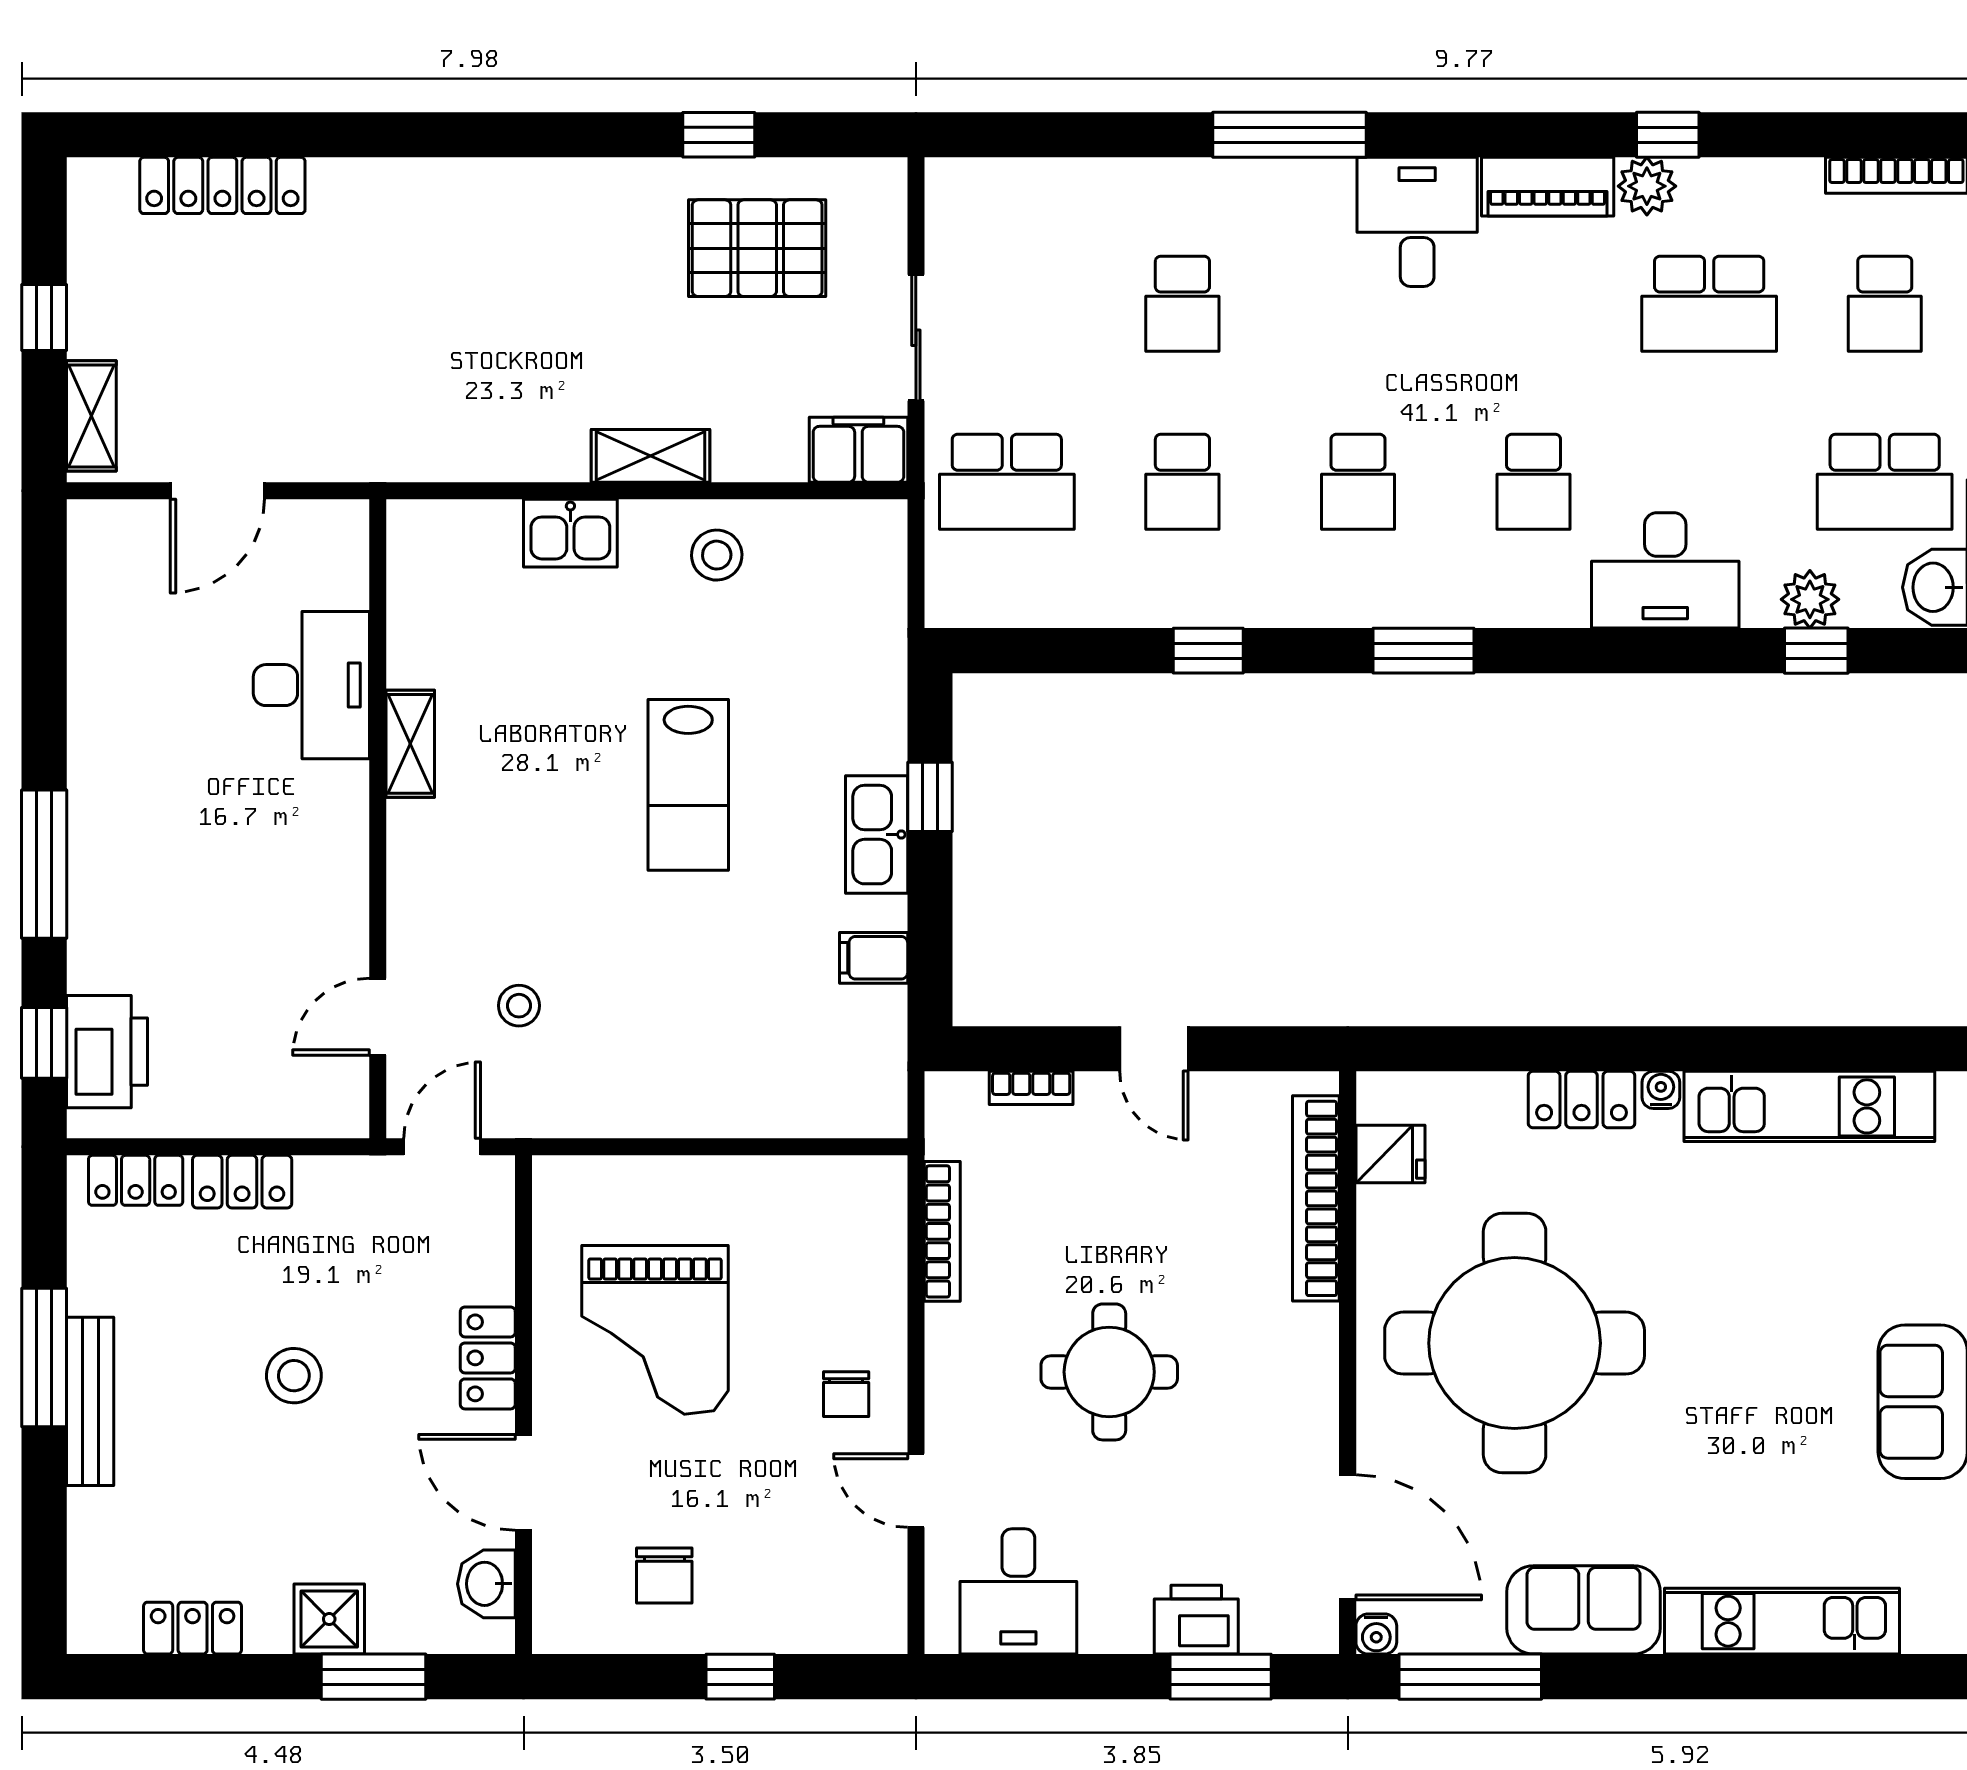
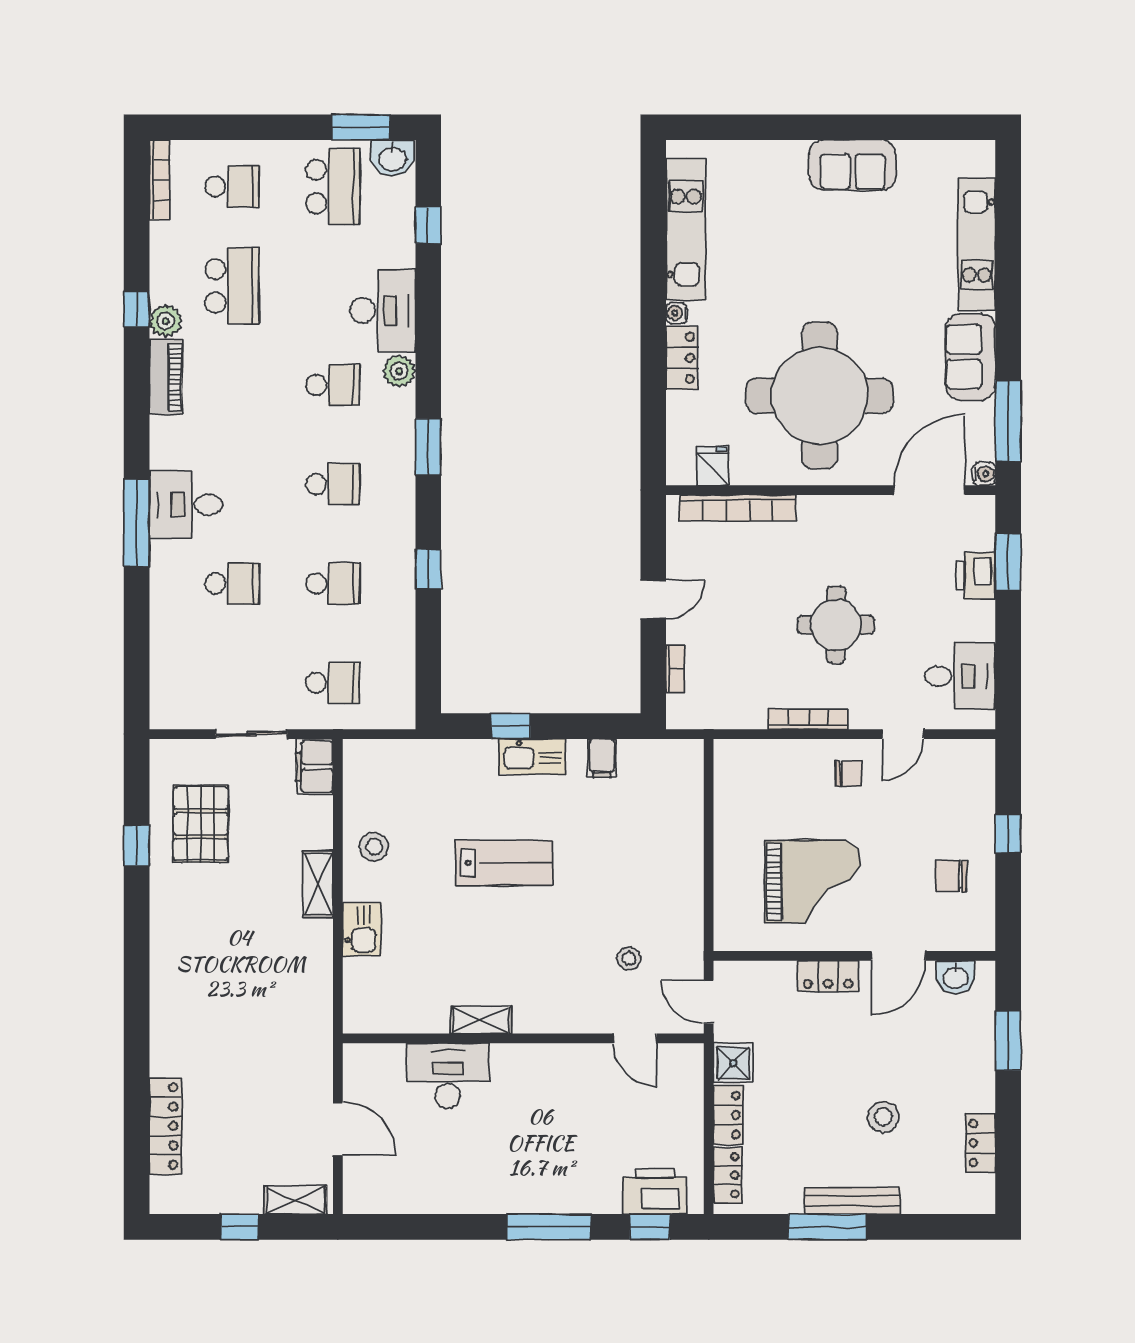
desk: (1417, 222) -> (186, 505), moved
school desk: (1007, 482) -> (333, 683), width x0.54
plant: (1810, 599) -> (399, 371), moved
bookcase: (942, 1231) -> (808, 719), moved
stool: (294, 1376) -> (883, 1117), moved
chair: (664, 1576) -> (951, 876), turned 180
shower: (329, 1619) -> (733, 1063), moved

